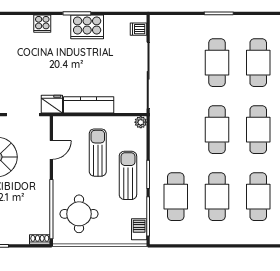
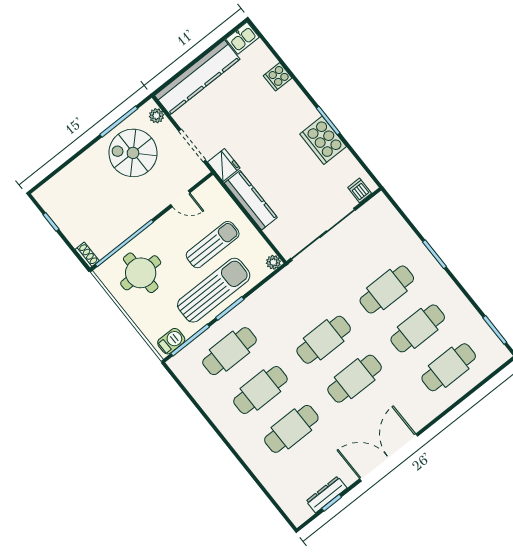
cooker: (42, 24) -> (278, 77), moved
sun lounger: (128, 175) -> (214, 290), width x1.36, depth x1.34

